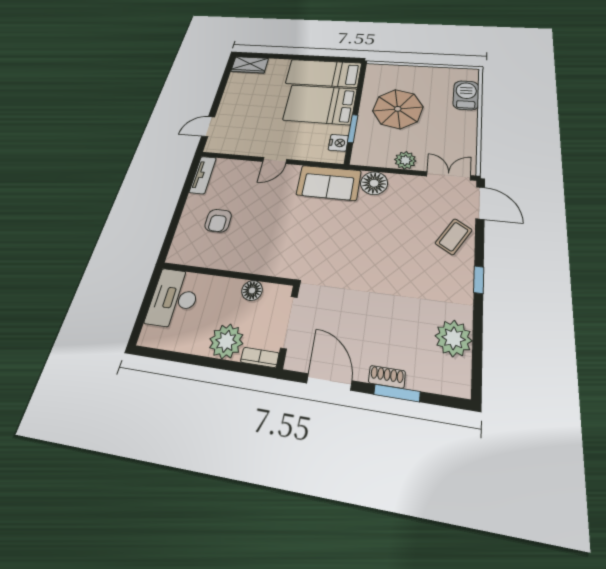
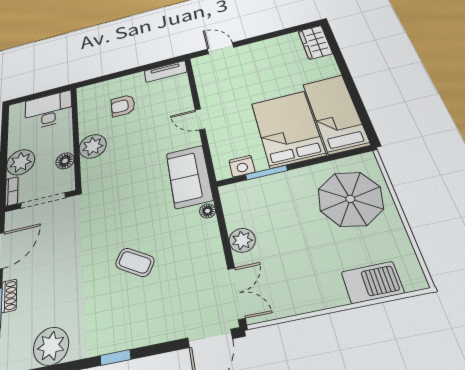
parasol: (398, 109) -> (350, 199), moved
floor lamp: (374, 183) -> (208, 211), width x0.53, depth x0.53
coffee table: (454, 237) -> (135, 262), moved
plant: (250, 259) -> (93, 146), added

